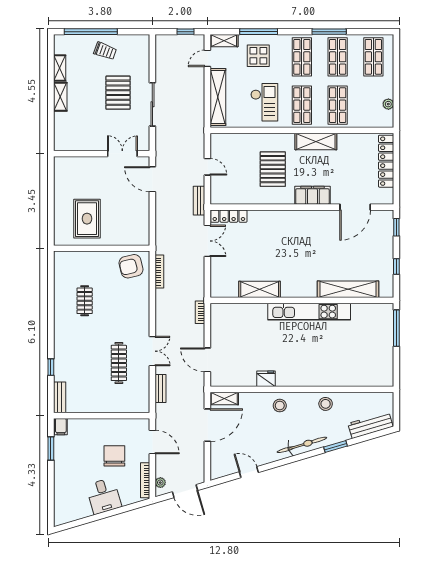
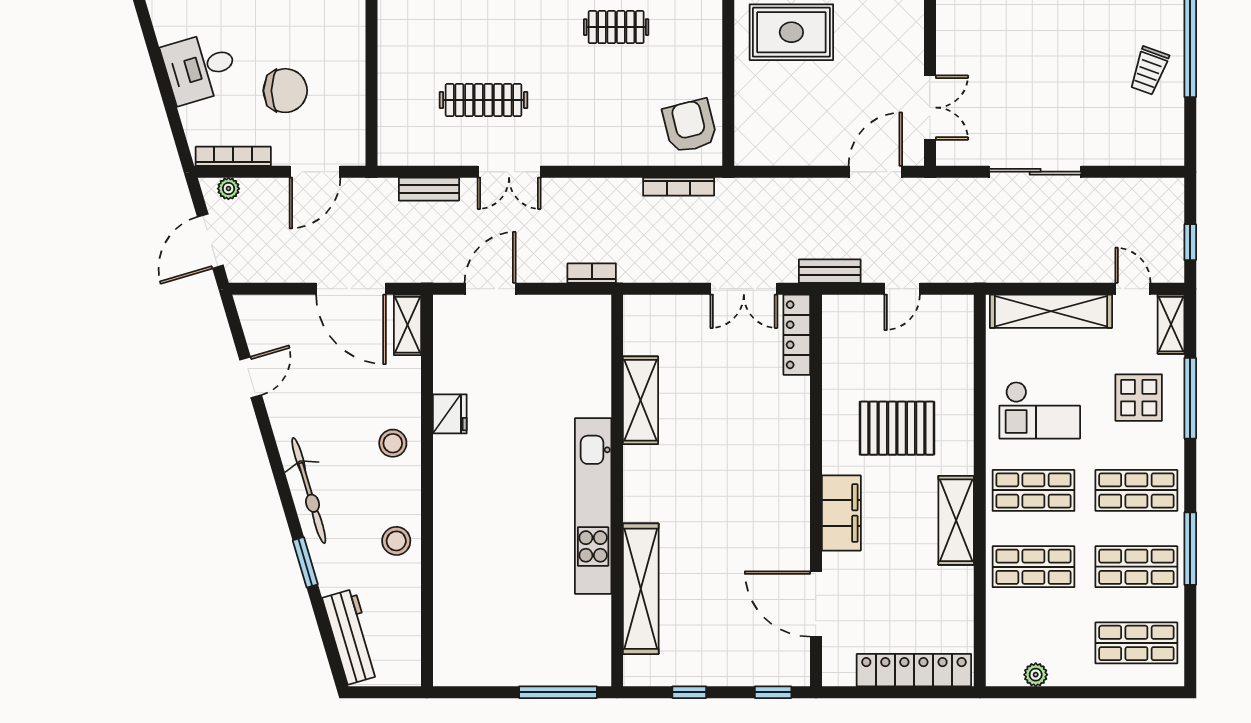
pallet: (118, 93) -> (1060, 98), removed

